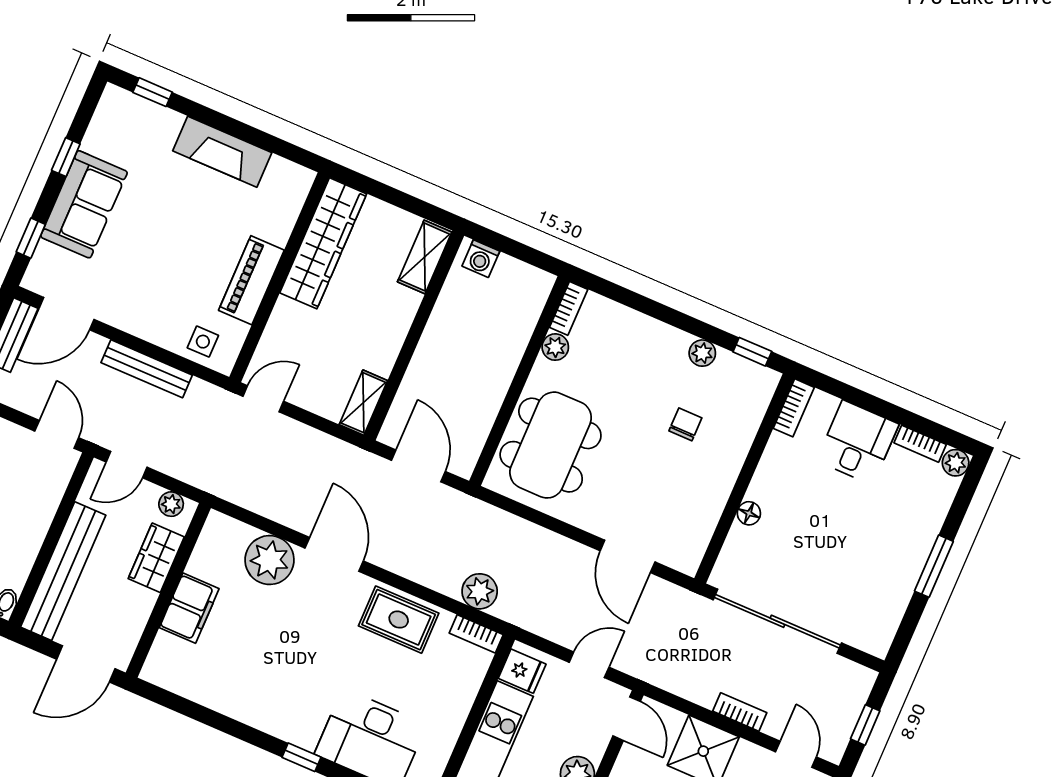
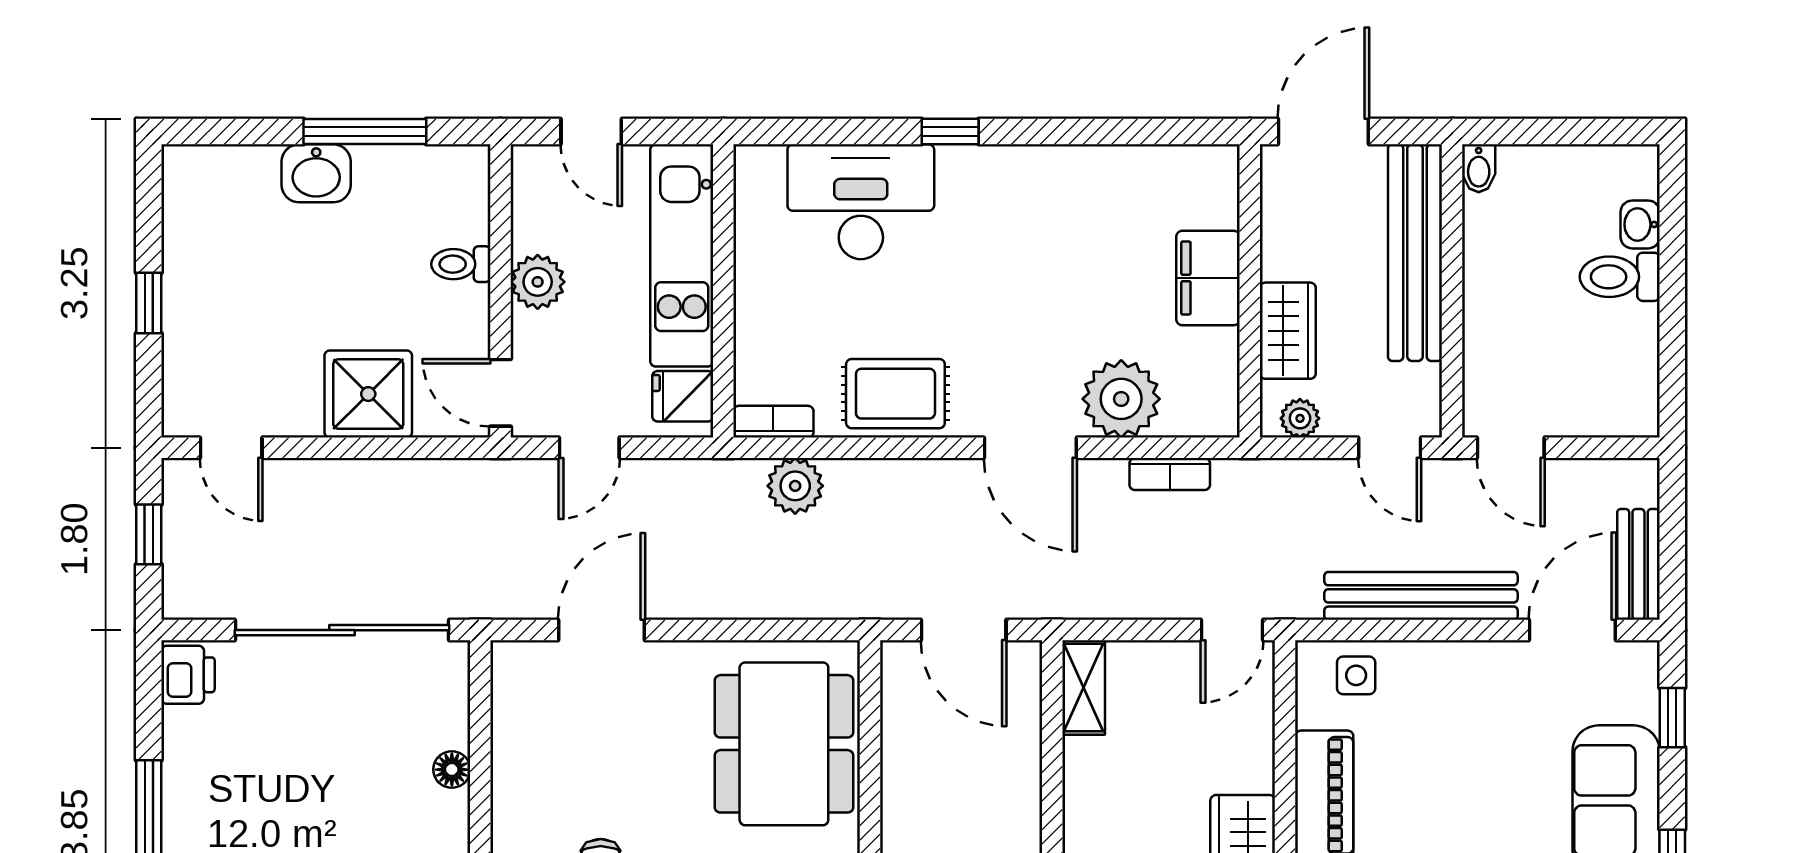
bench: (147, 369) -> (1421, 596), width x1.37, depth x1.21
door: (127, 465) -> (1390, 448), swing flipped
door: (628, 556) -> (602, 630), hinge flipped
printer: (878, 634) -> (188, 675), added
bookcase: (740, 712) -> (1170, 474), moved

